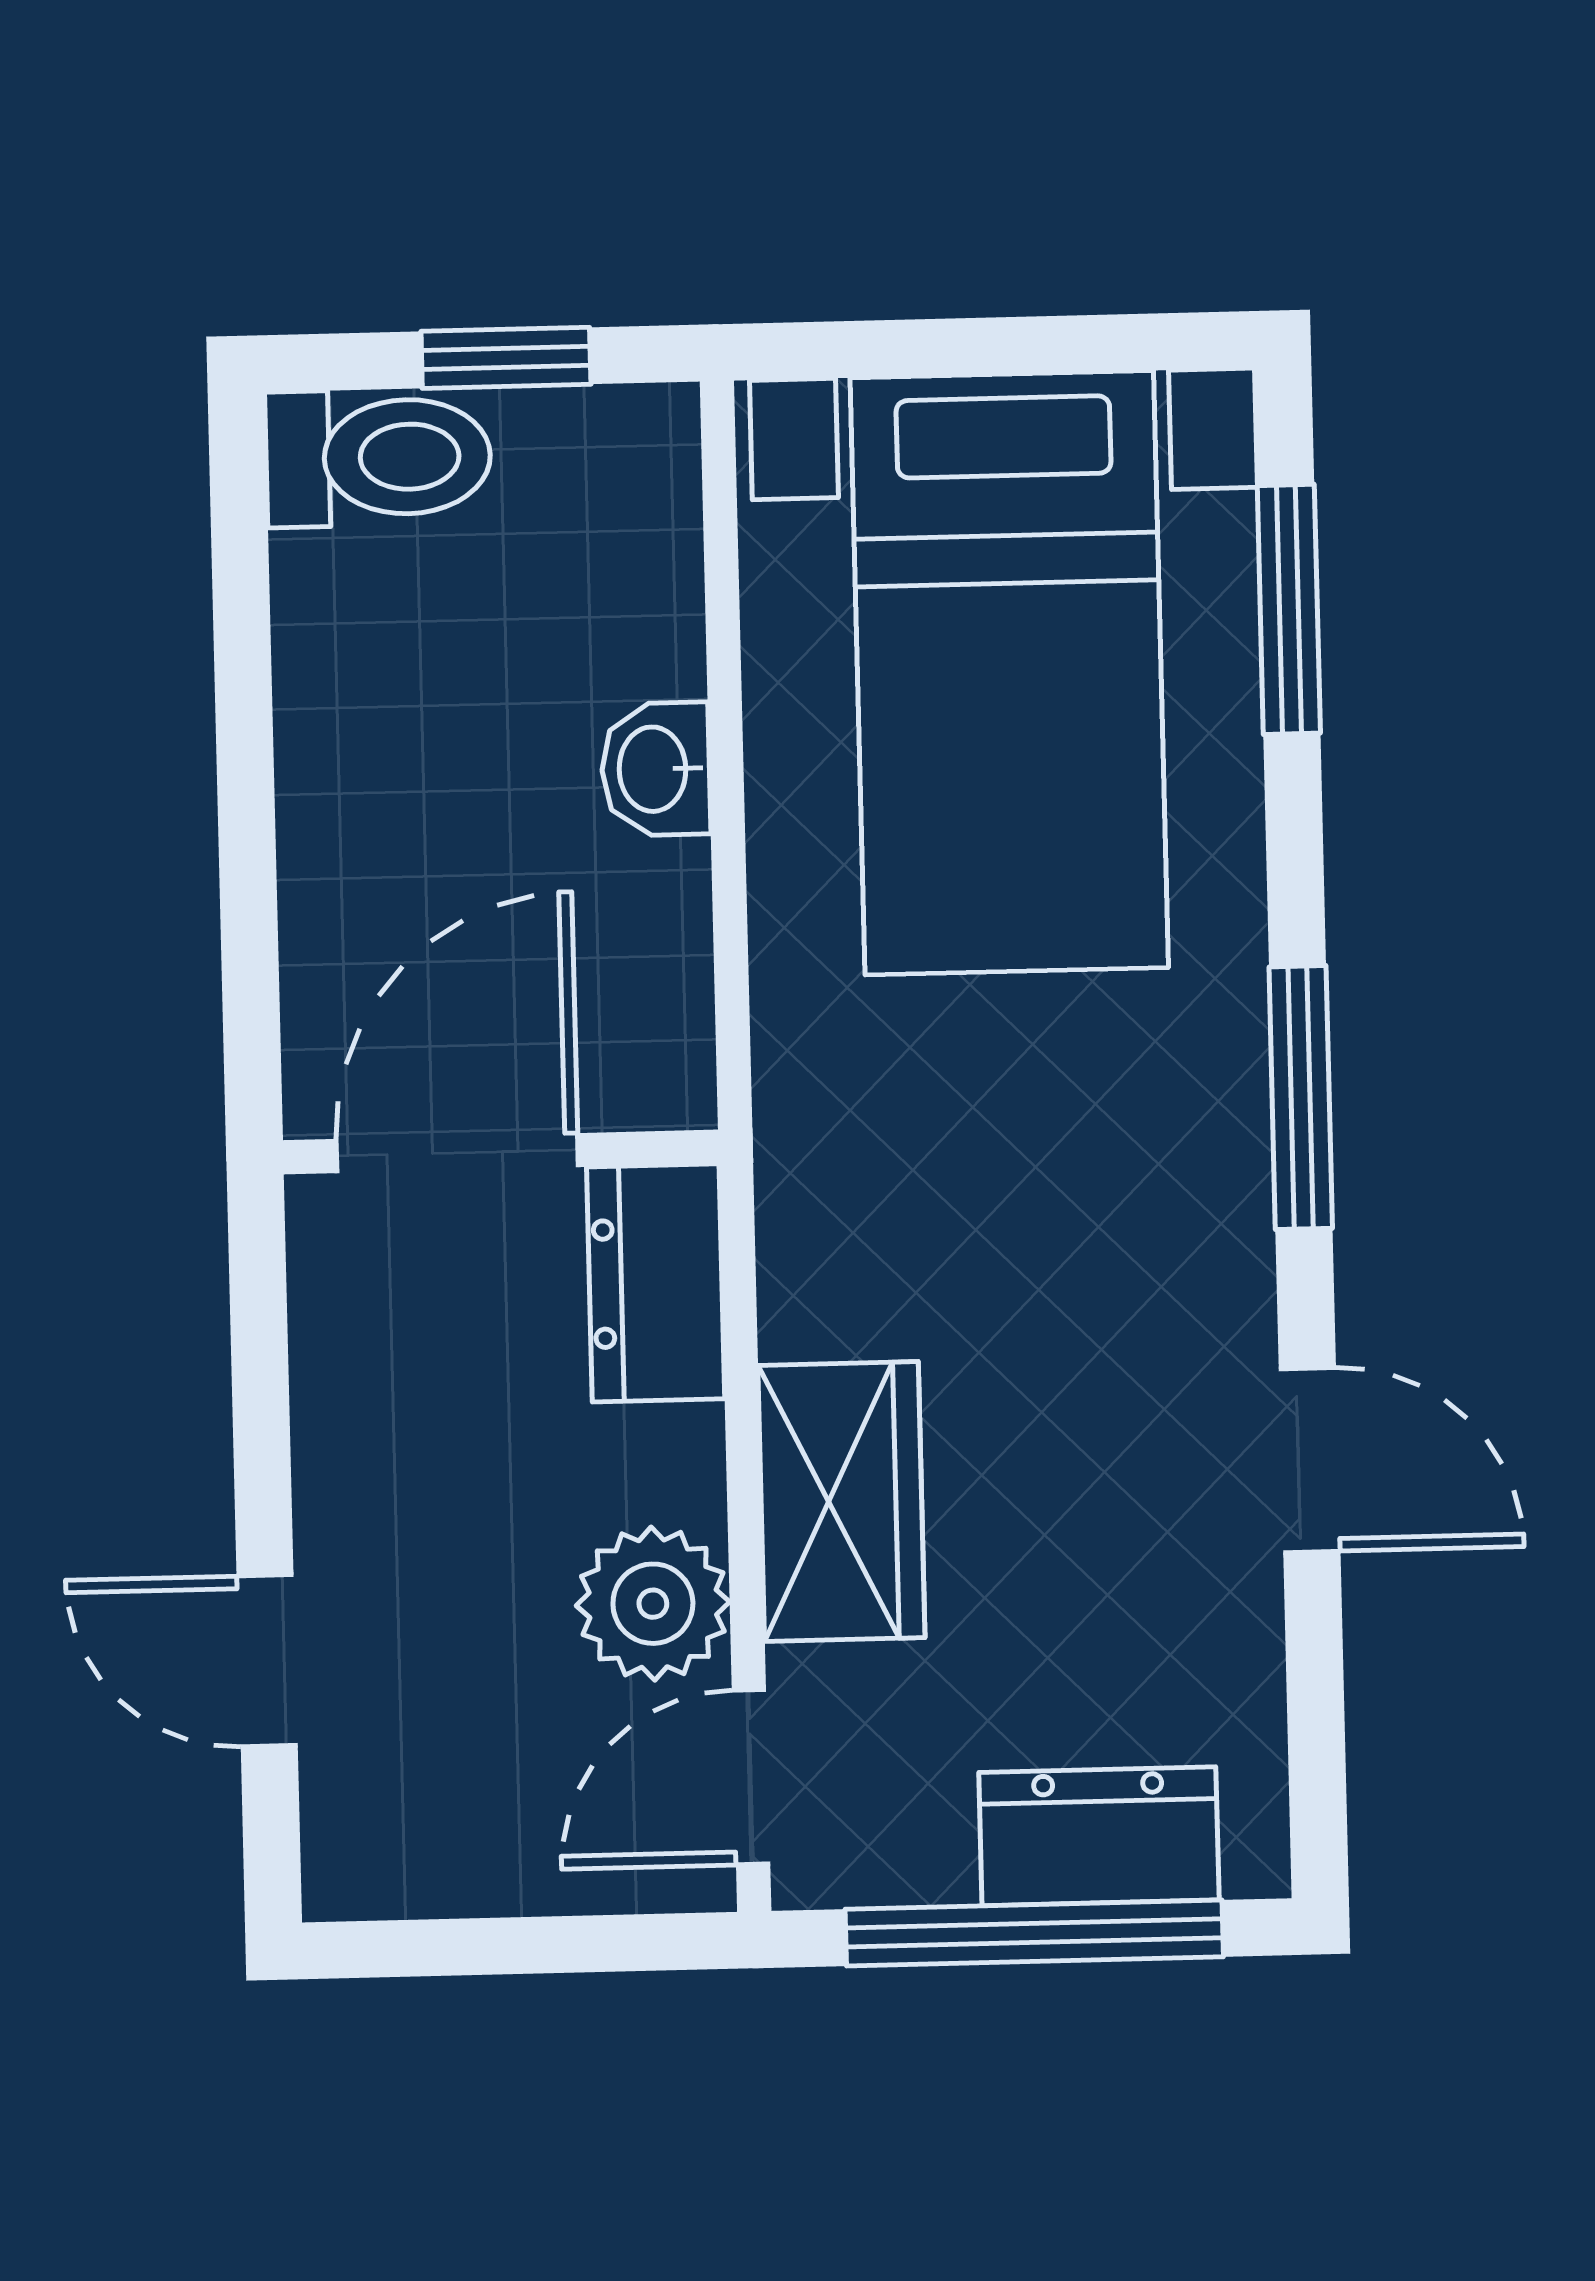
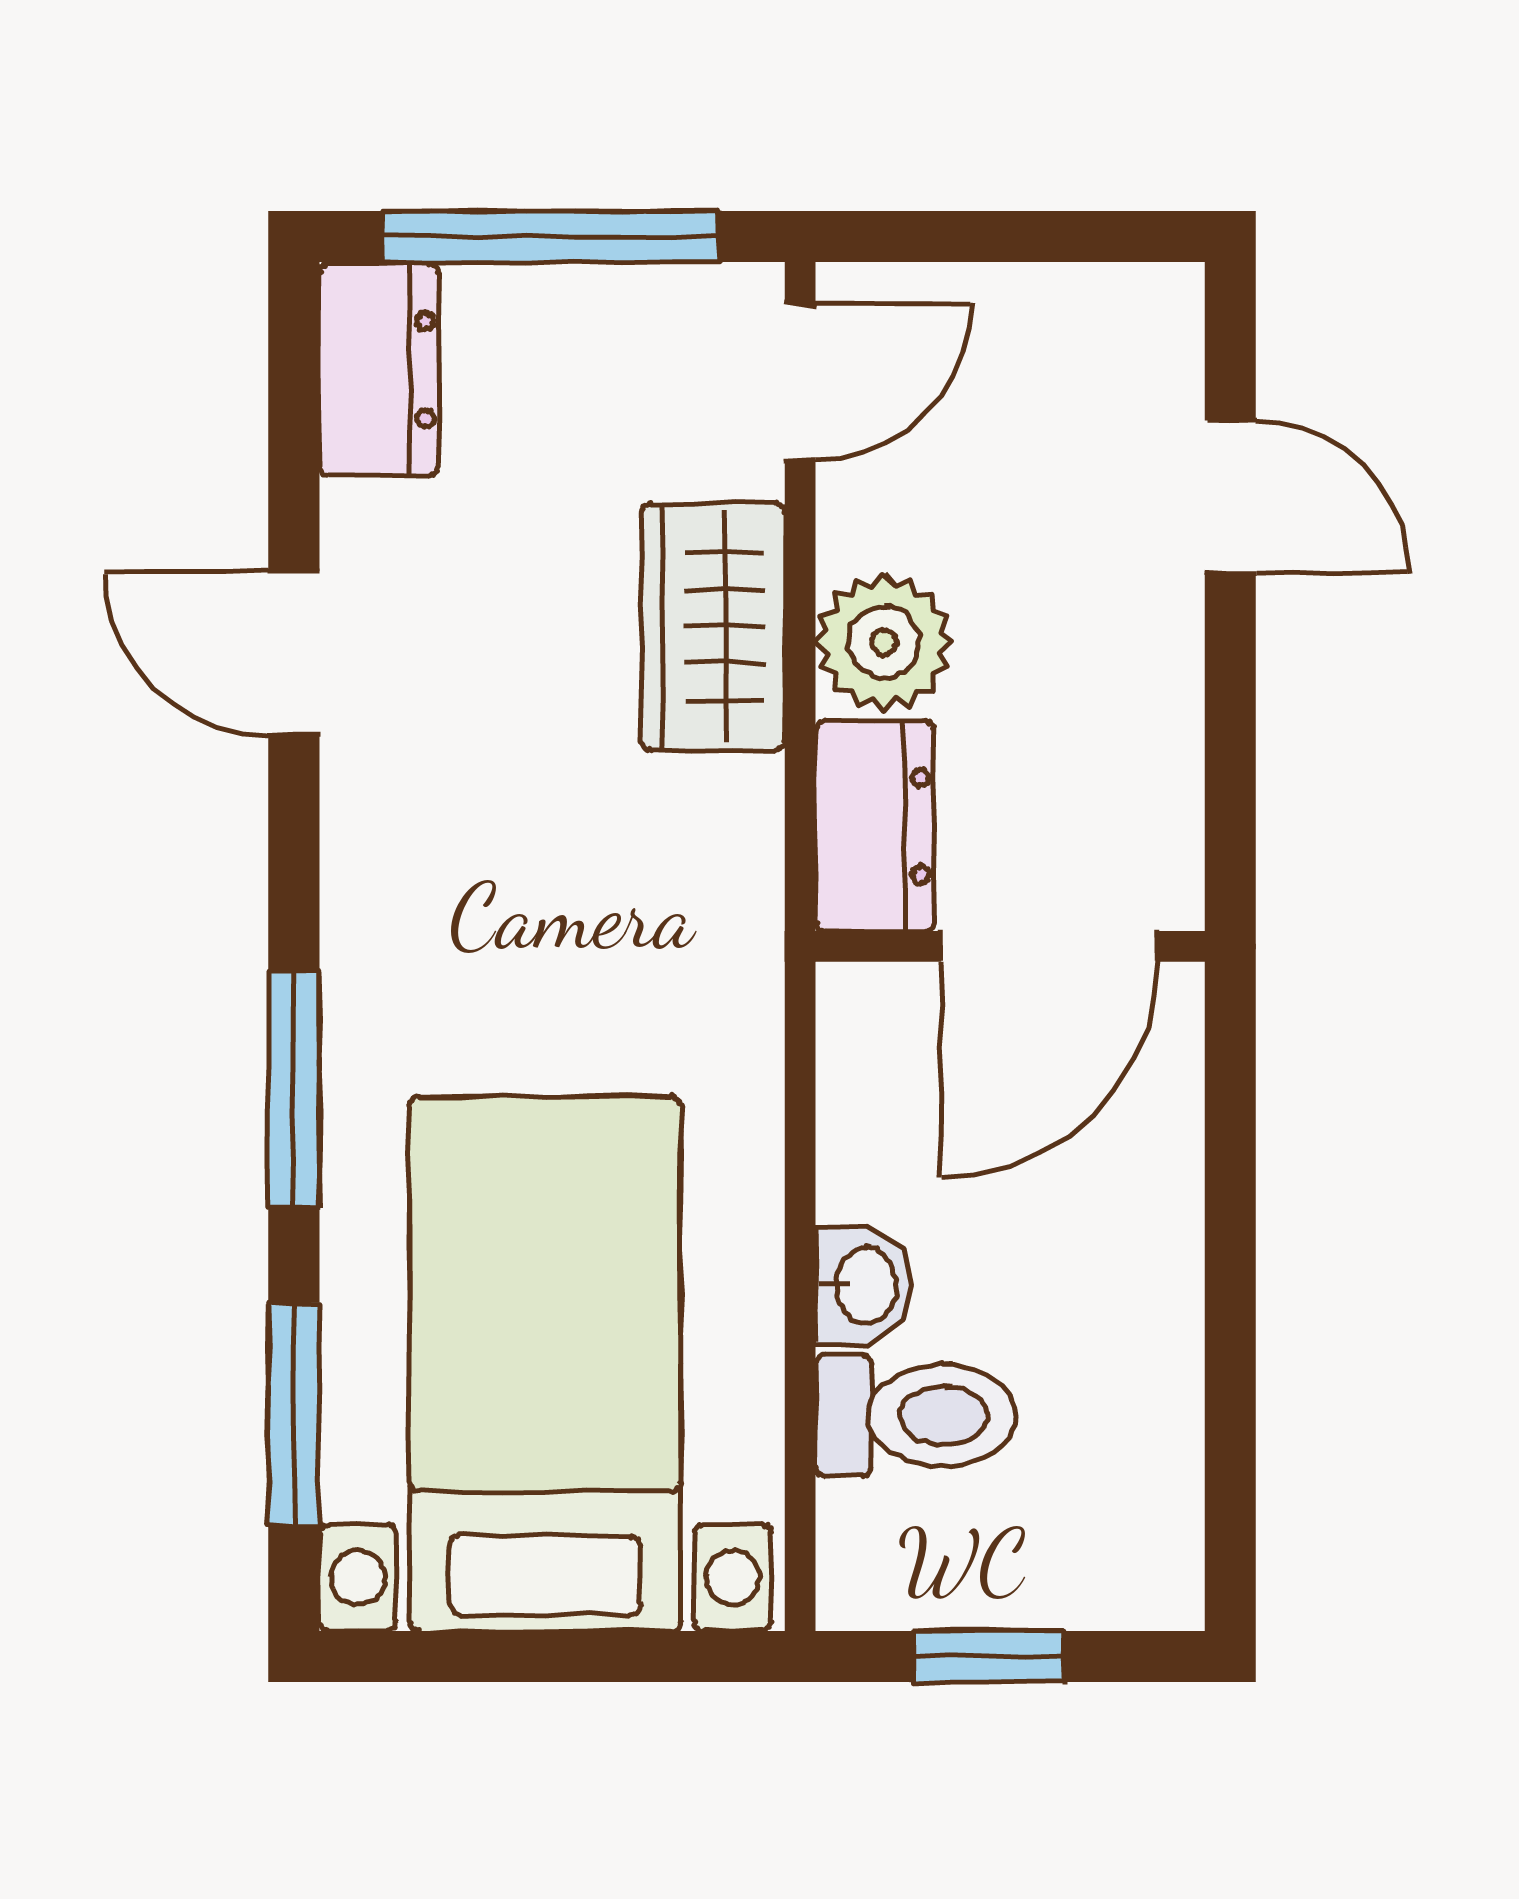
toilet: (378, 457) -> (916, 1416), moved, turned 180
window: (1301, 1098) -> (294, 1089), moved
plant: (653, 1604) -> (884, 642), moved
dresser: (1099, 1836) -> (379, 370), moved, turned -90

